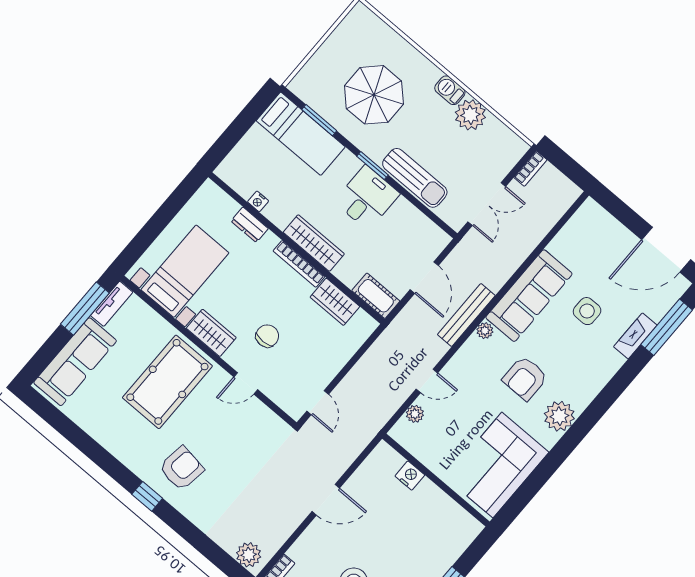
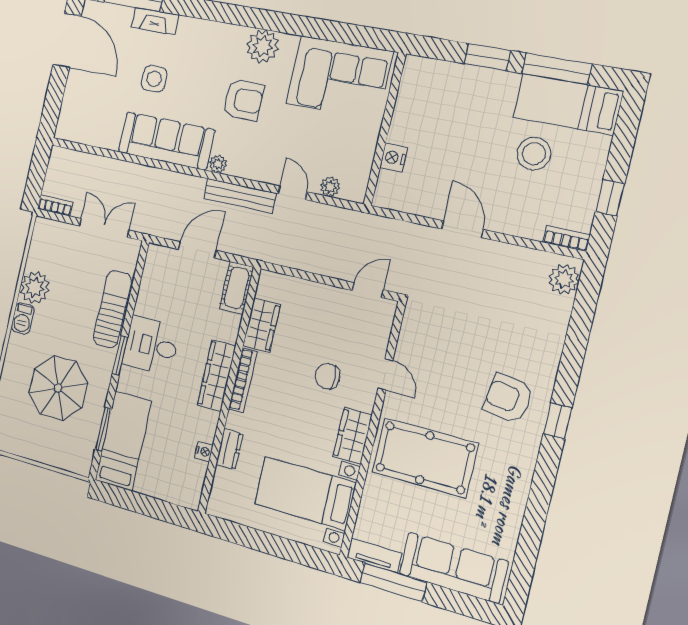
bench: (466, 315) -> (240, 196), moved

